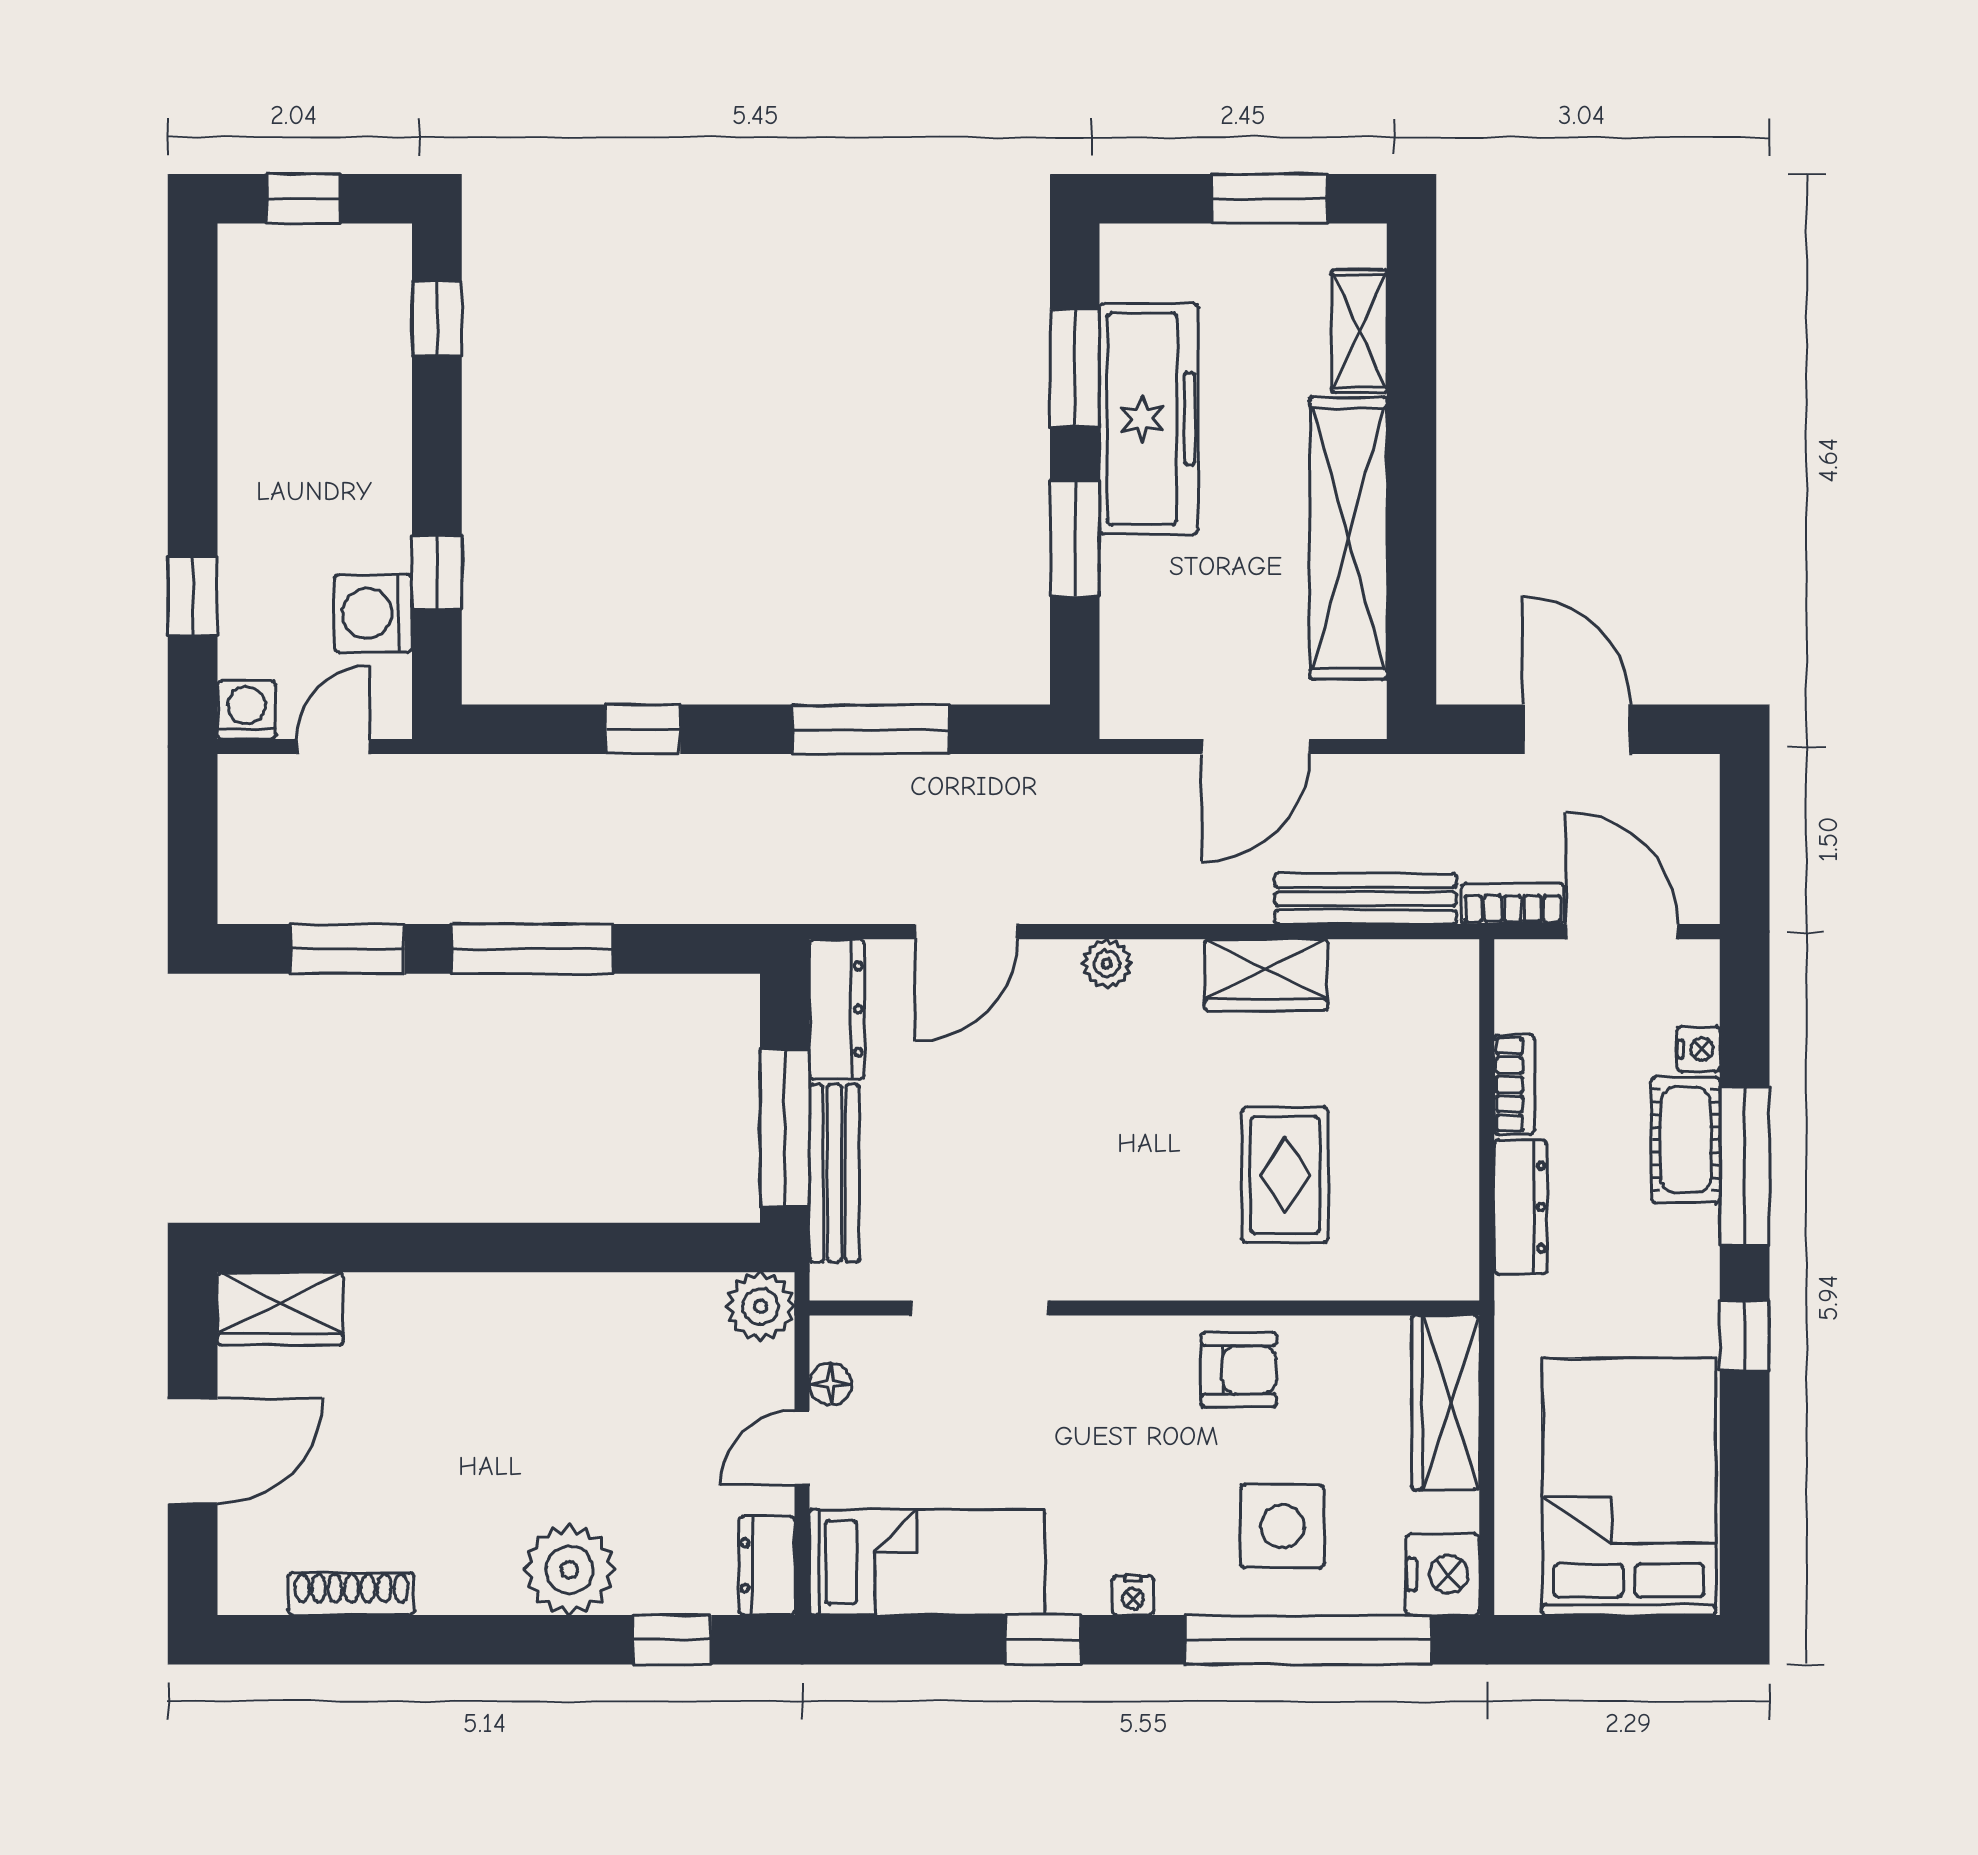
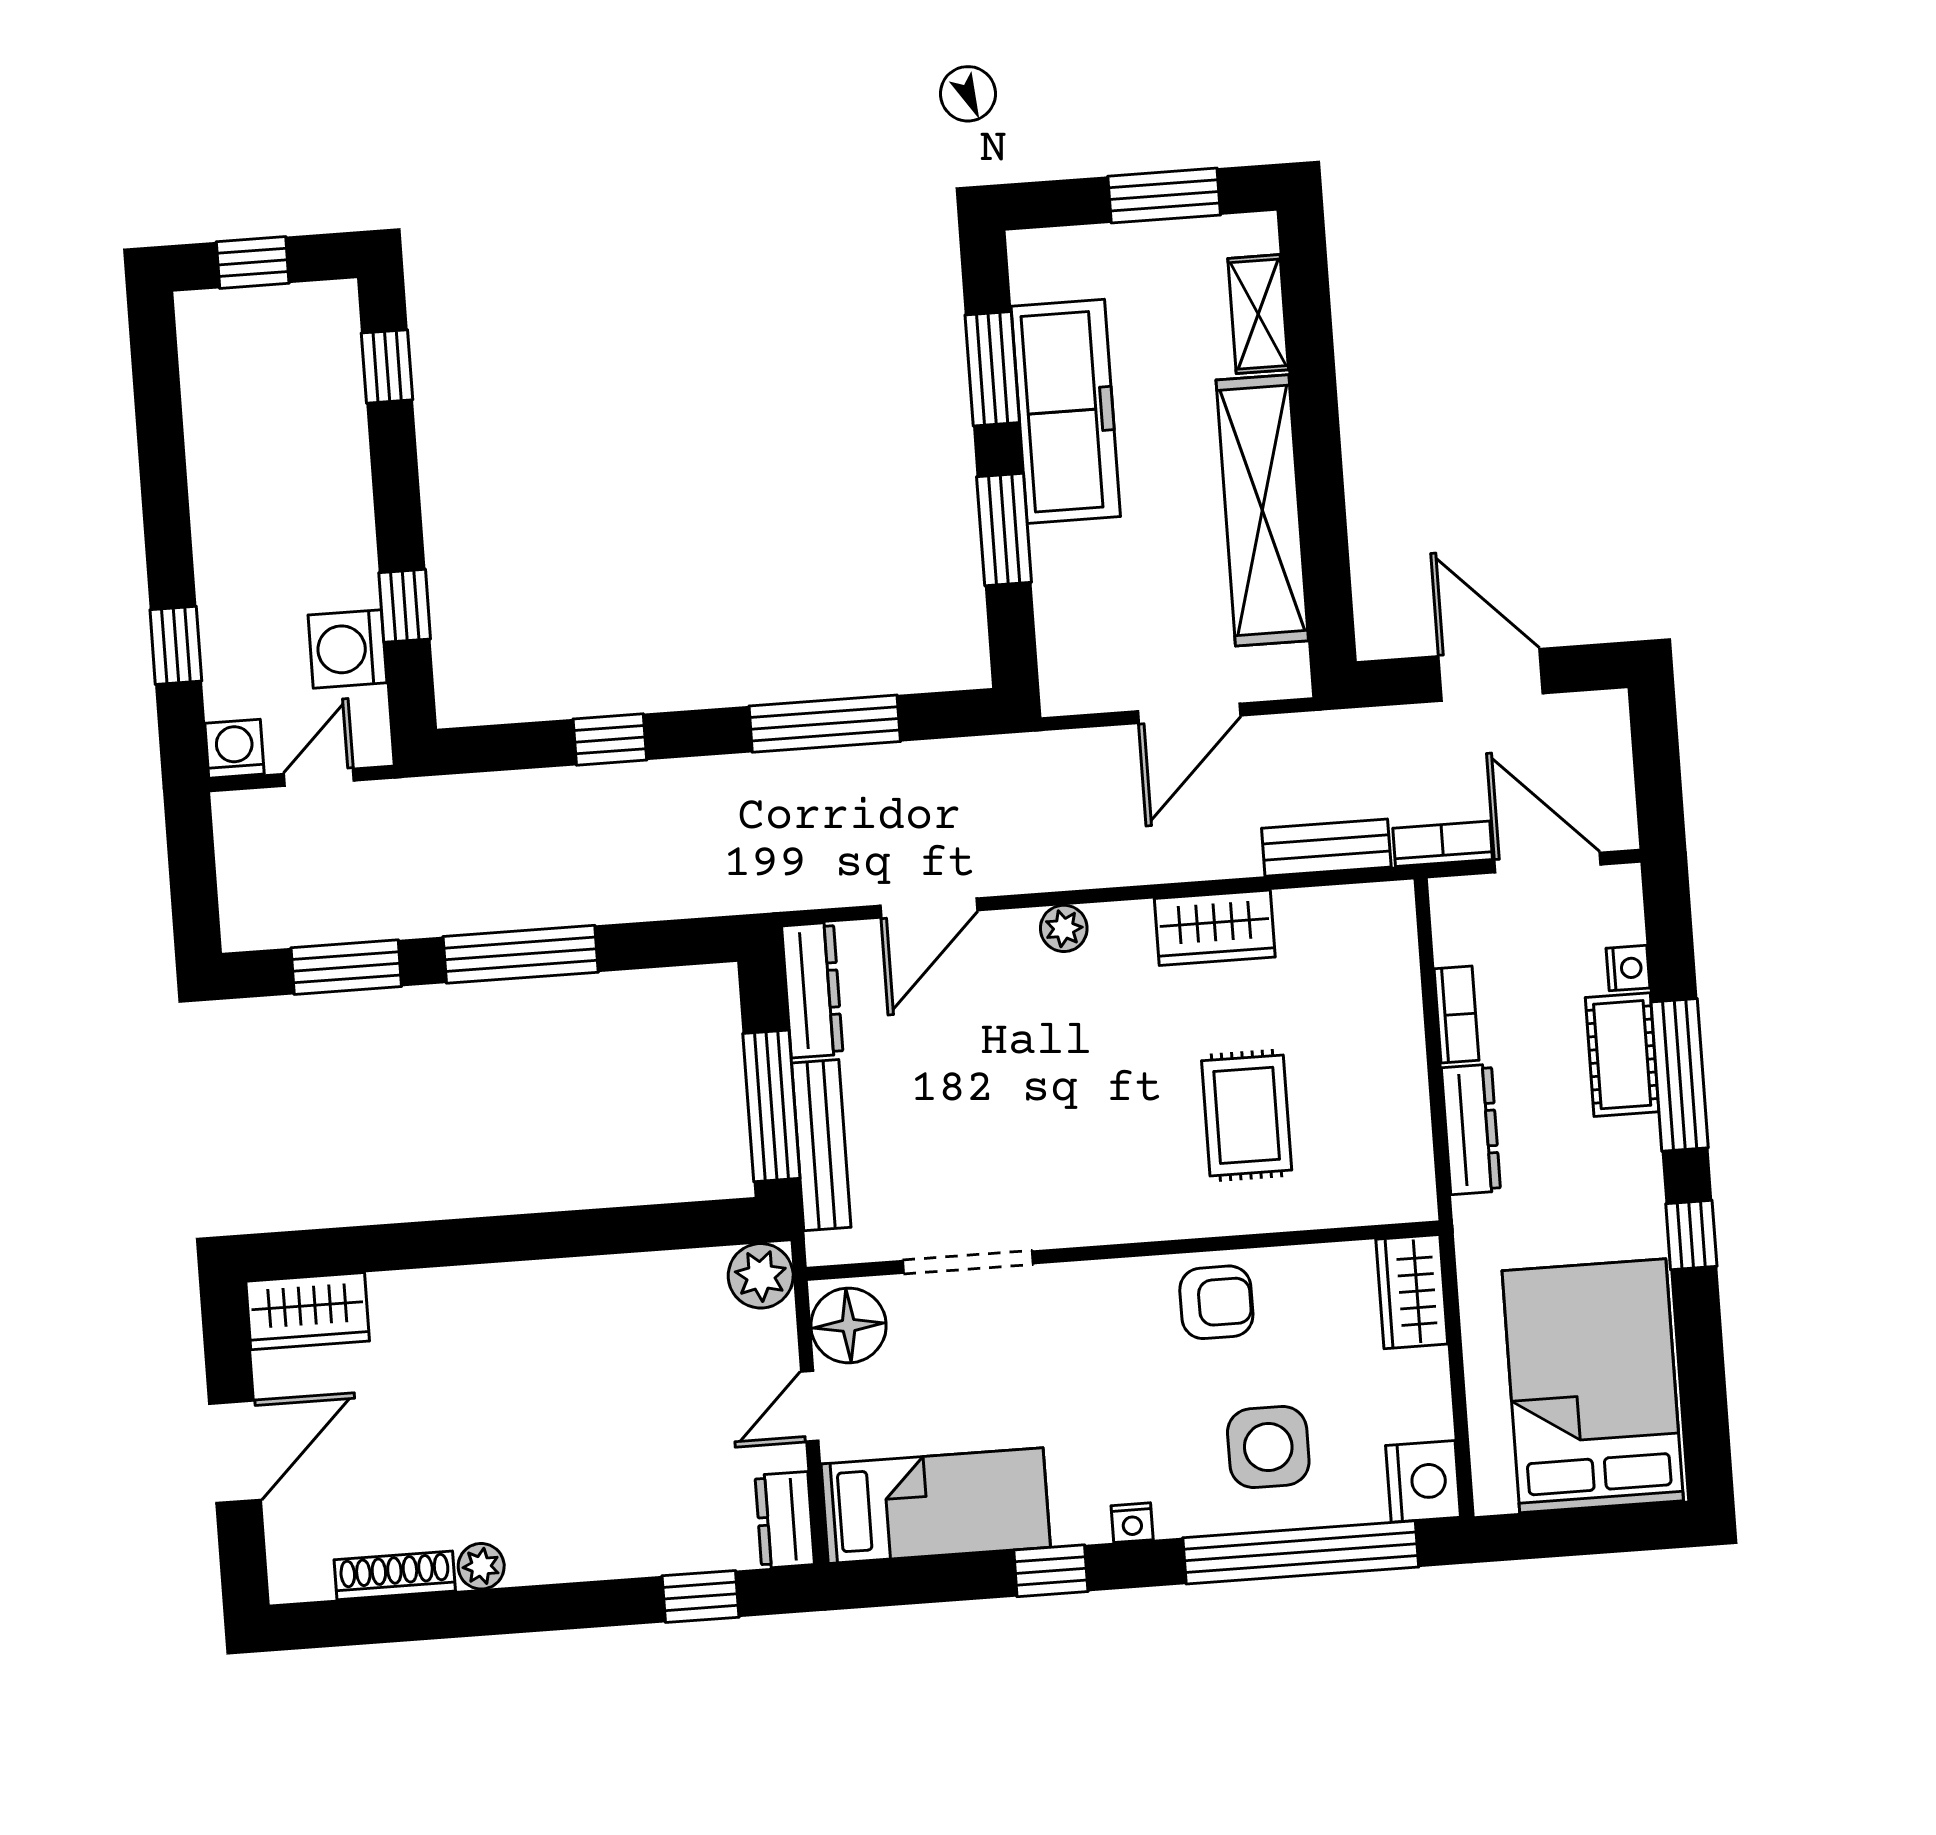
bench: (1366, 899) -> (1326, 848), width x0.73
floor lamp: (831, 1384) -> (849, 1325), width x1.89, depth x1.89
wardrobe: (1446, 1403) -> (1412, 1292), width x0.67
plant: (569, 1570) -> (481, 1566), moved, width x0.53, depth x0.53

